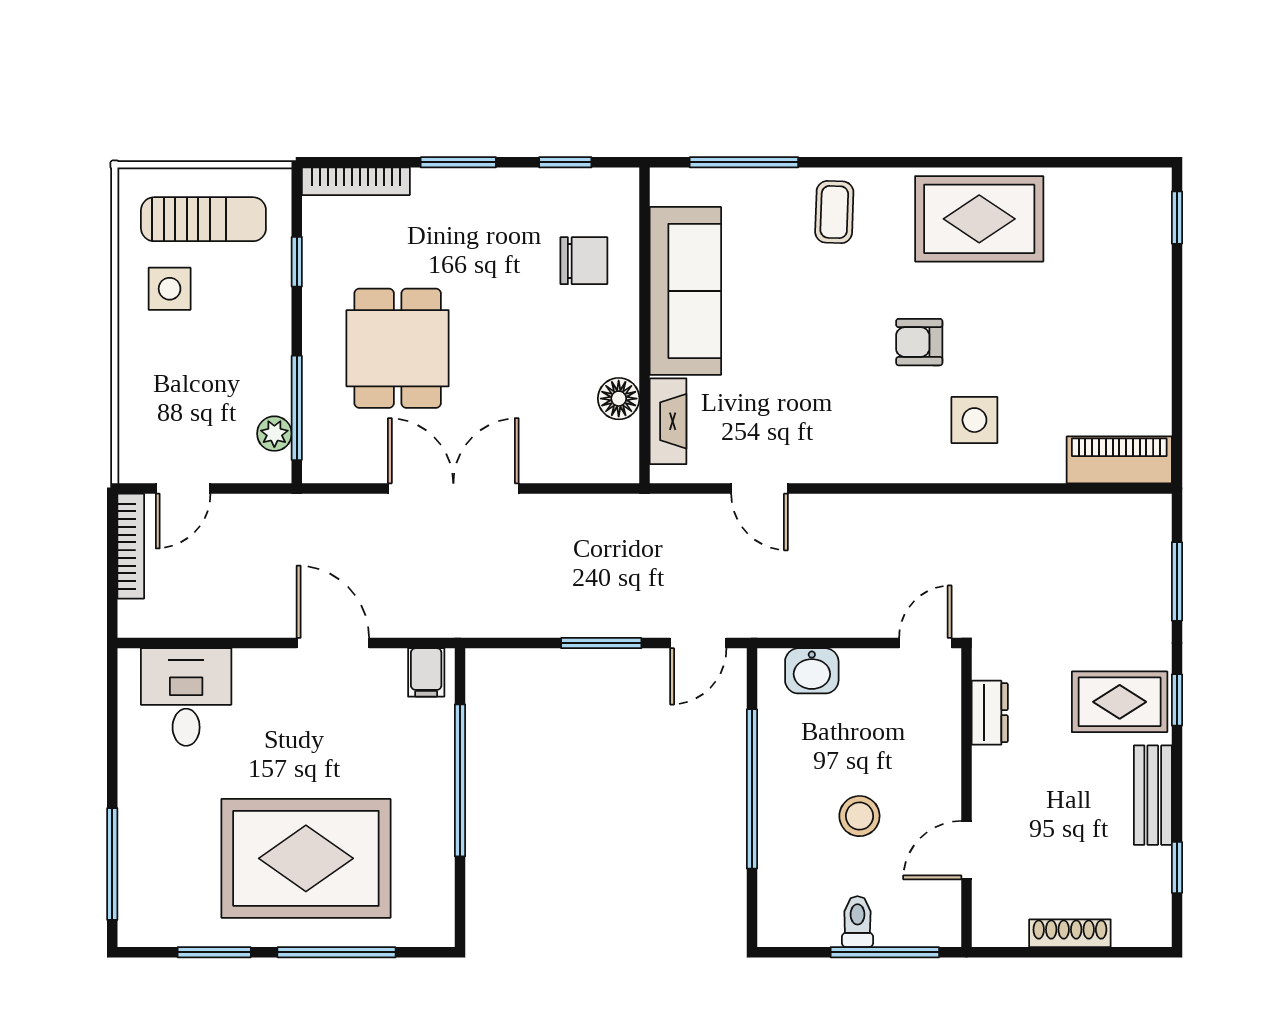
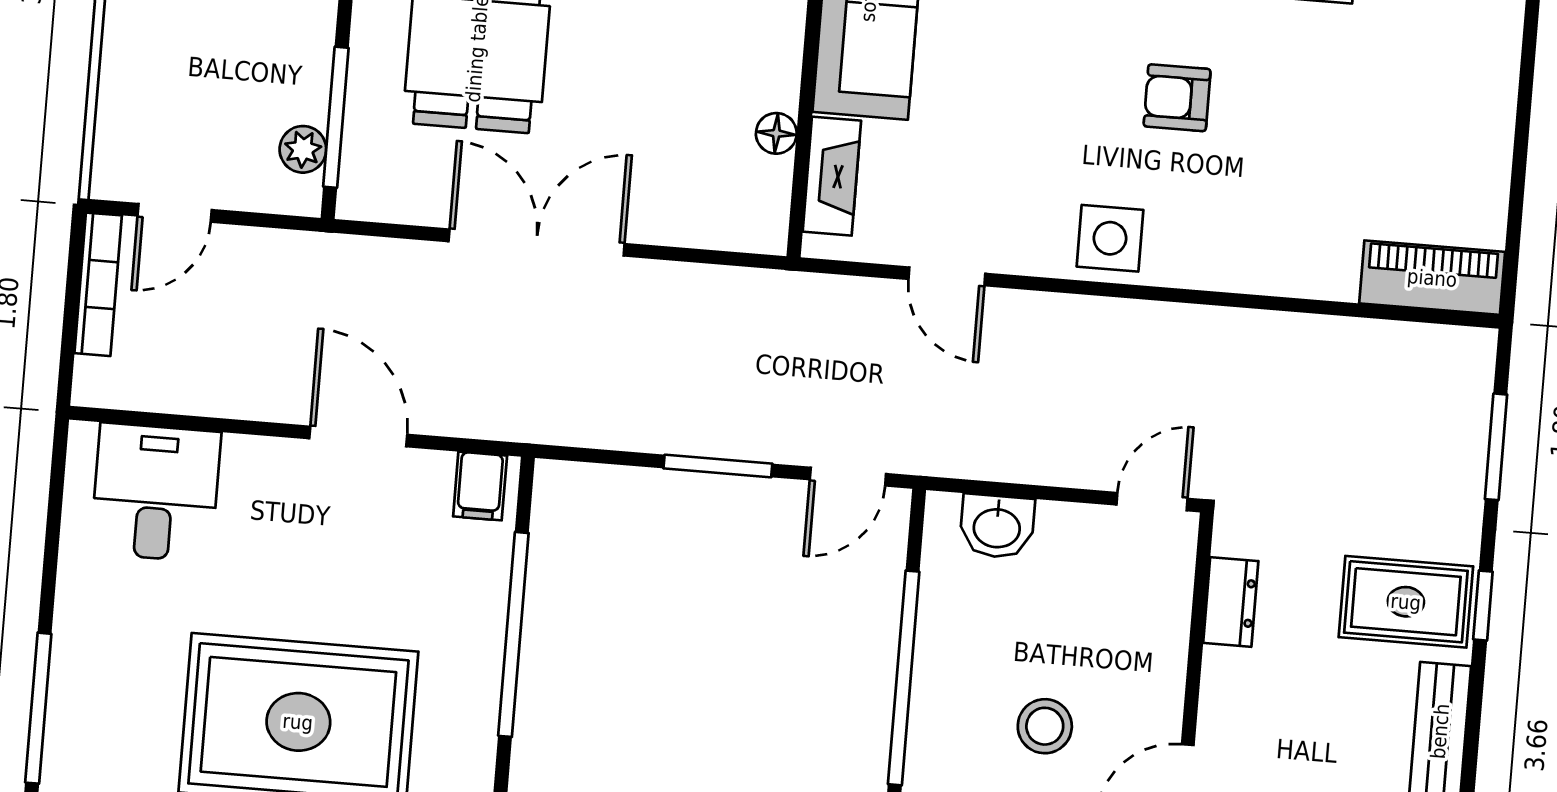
floor lamp: (619, 399) -> (776, 133), width x0.73, depth x0.73
side table: (974, 420) -> (1110, 238), moved

